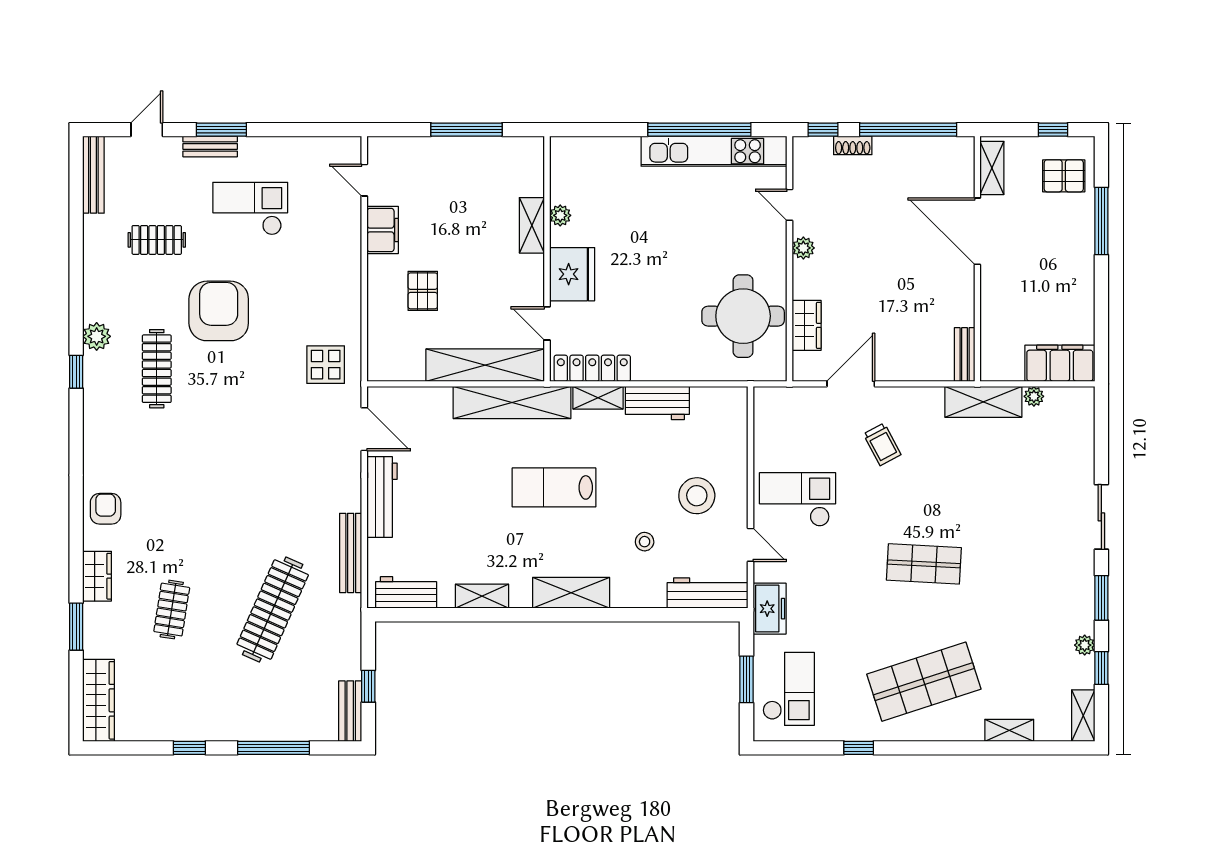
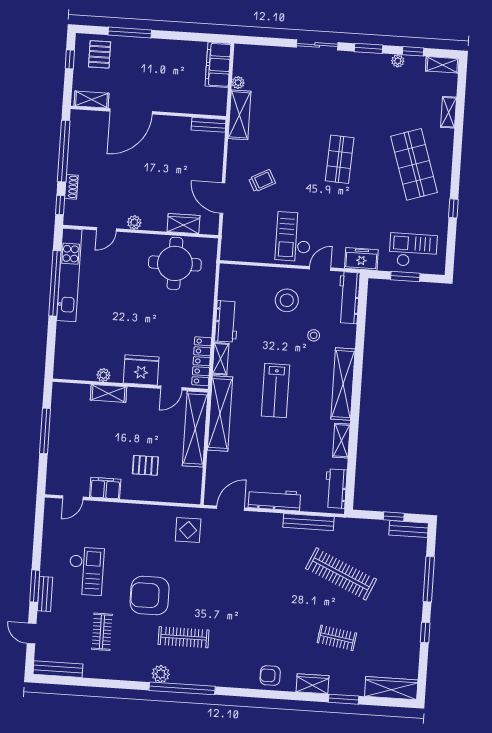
checkout: (250, 209) -> (86, 571), turned 180
window: (76, 372) -> (182, 688), width x3.17
shelving: (571, 593) -> (343, 384), width x1.47

